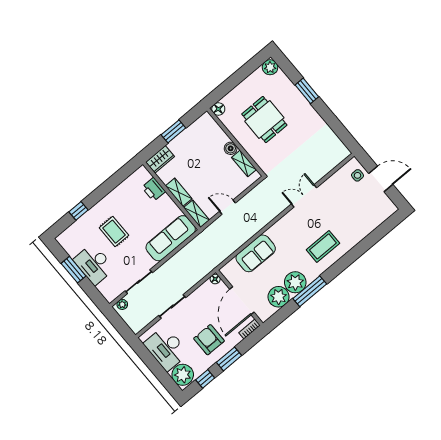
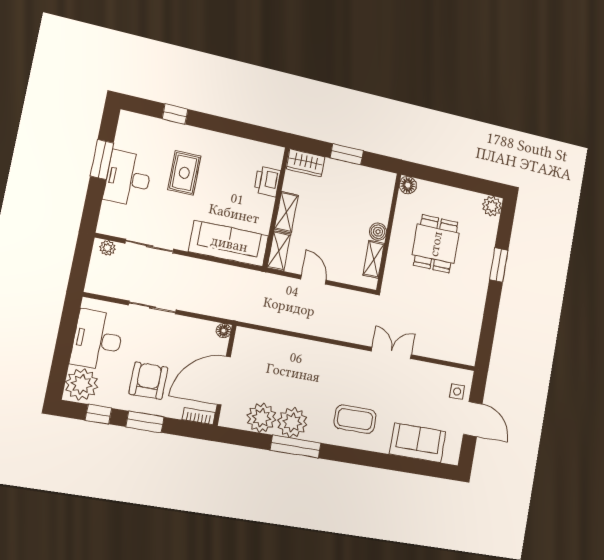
sofa: (256, 253) -> (418, 443), moved, turned 180

